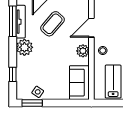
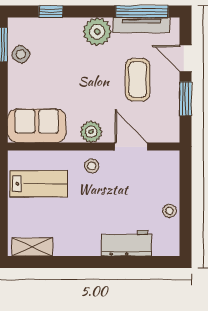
coffee table: (52, 24) -> (138, 80), turned 49

